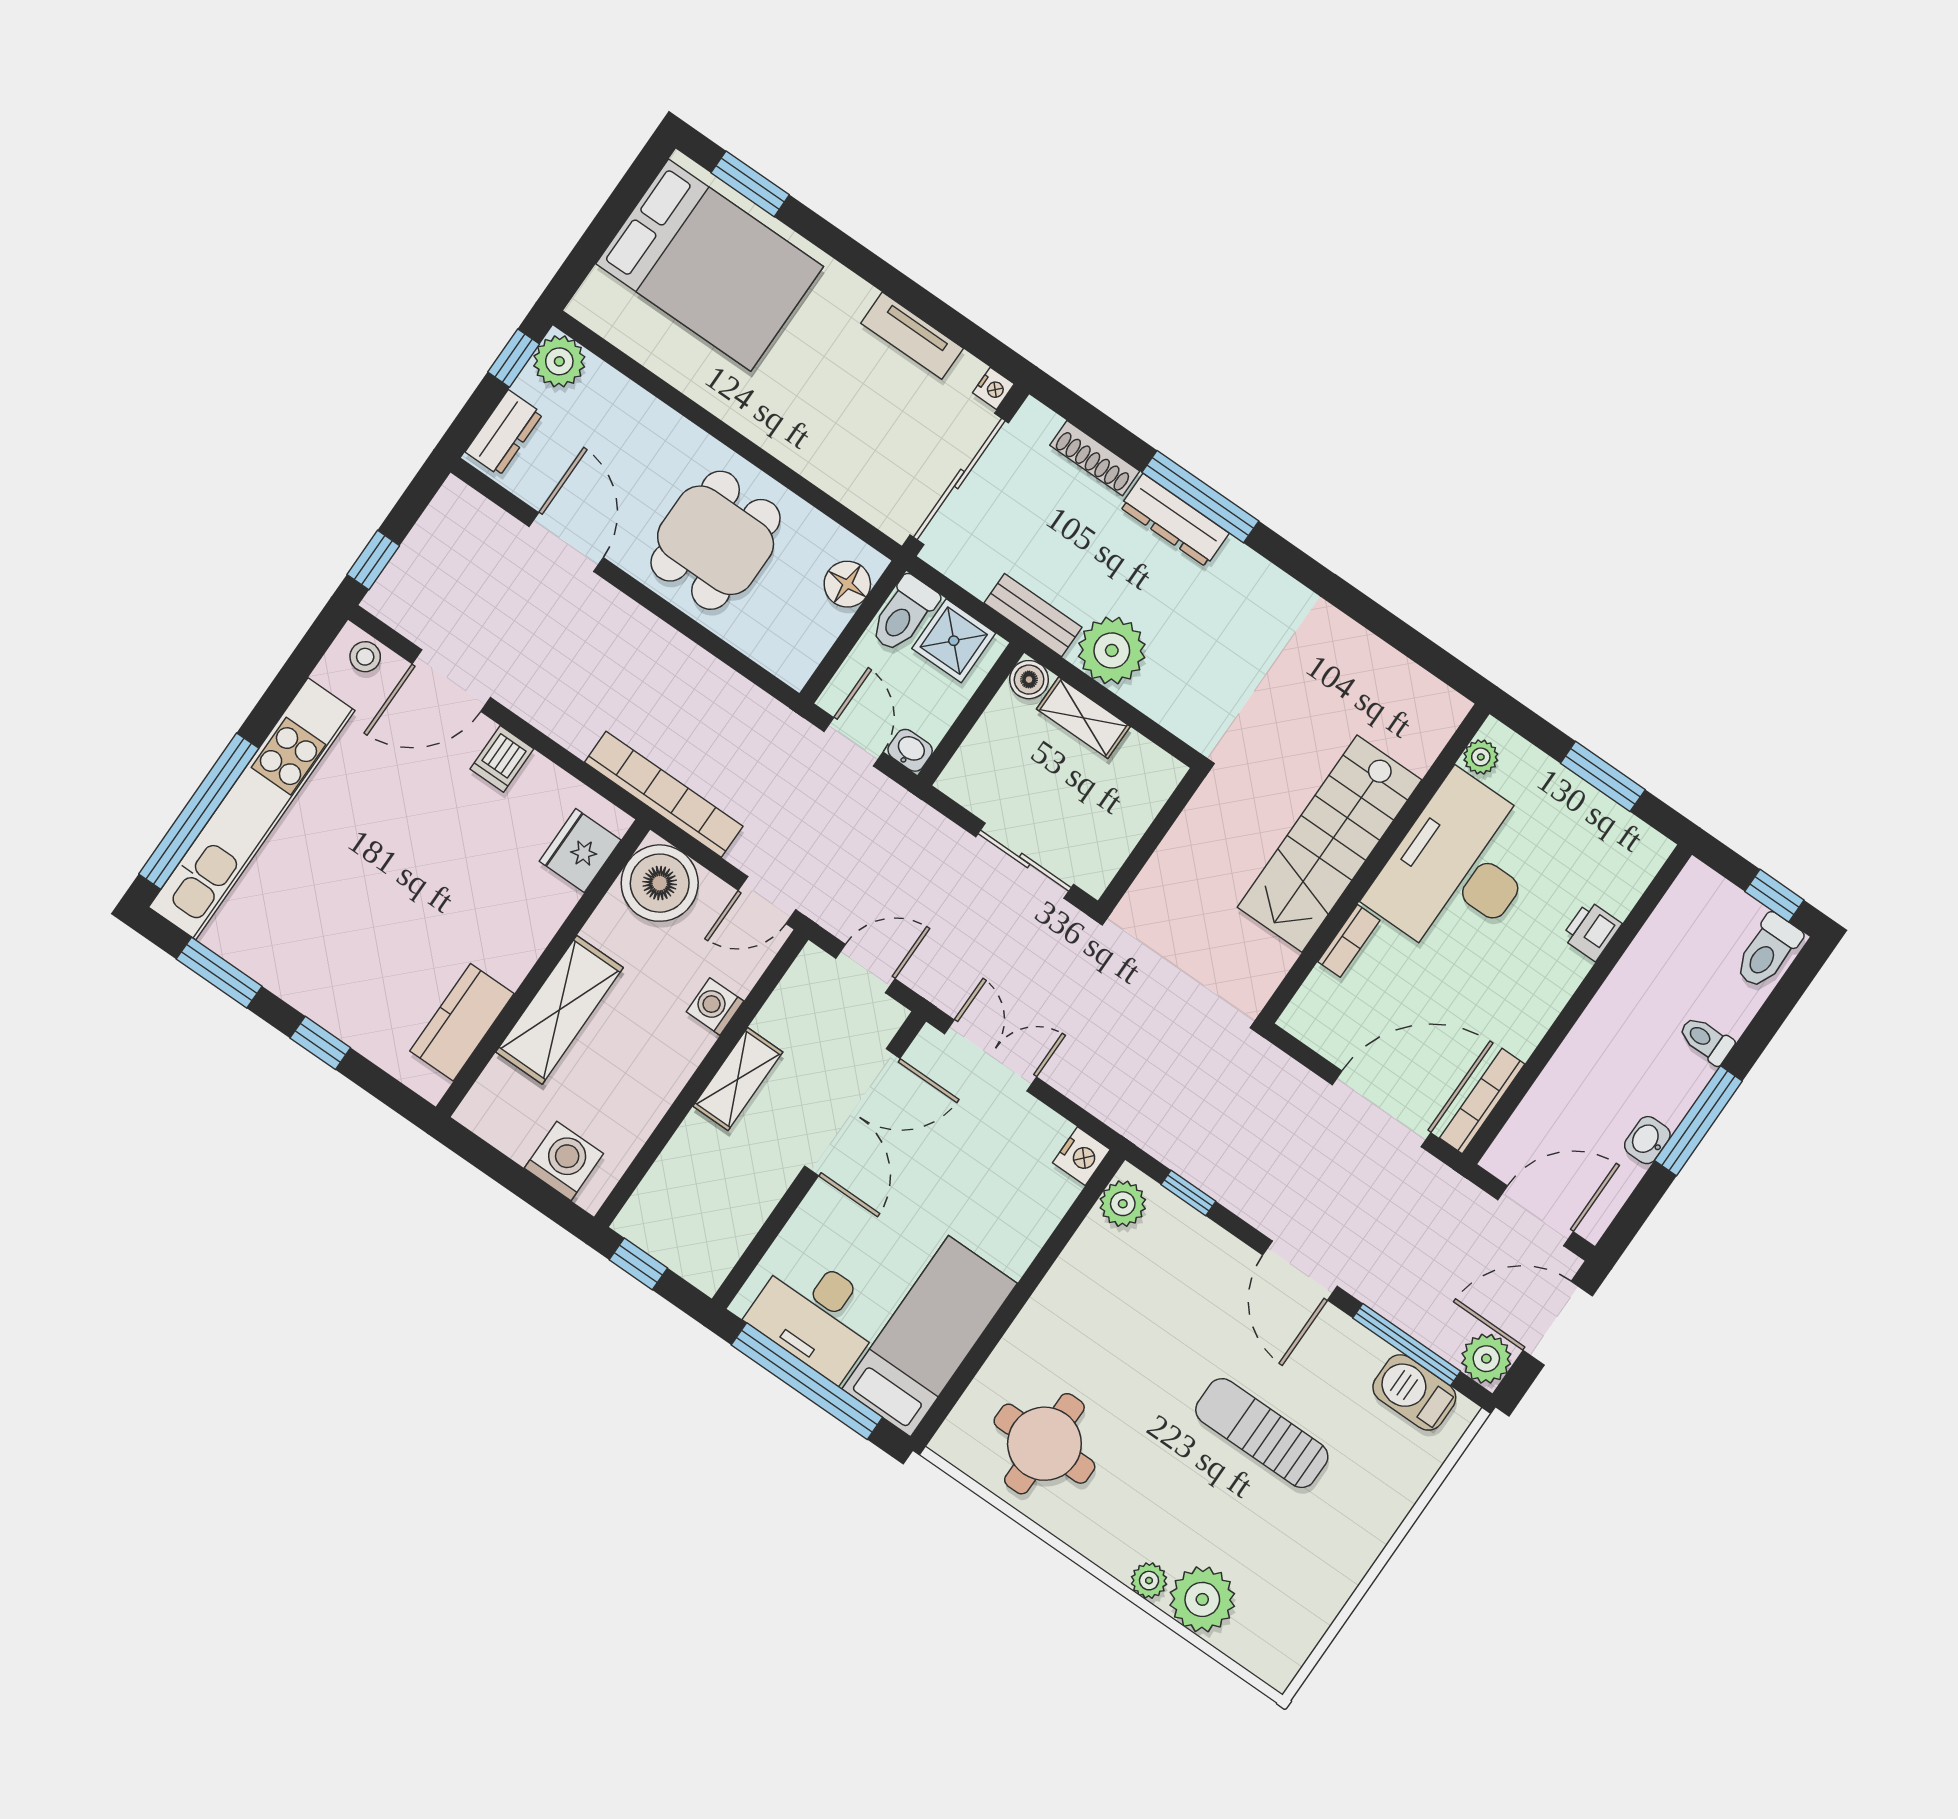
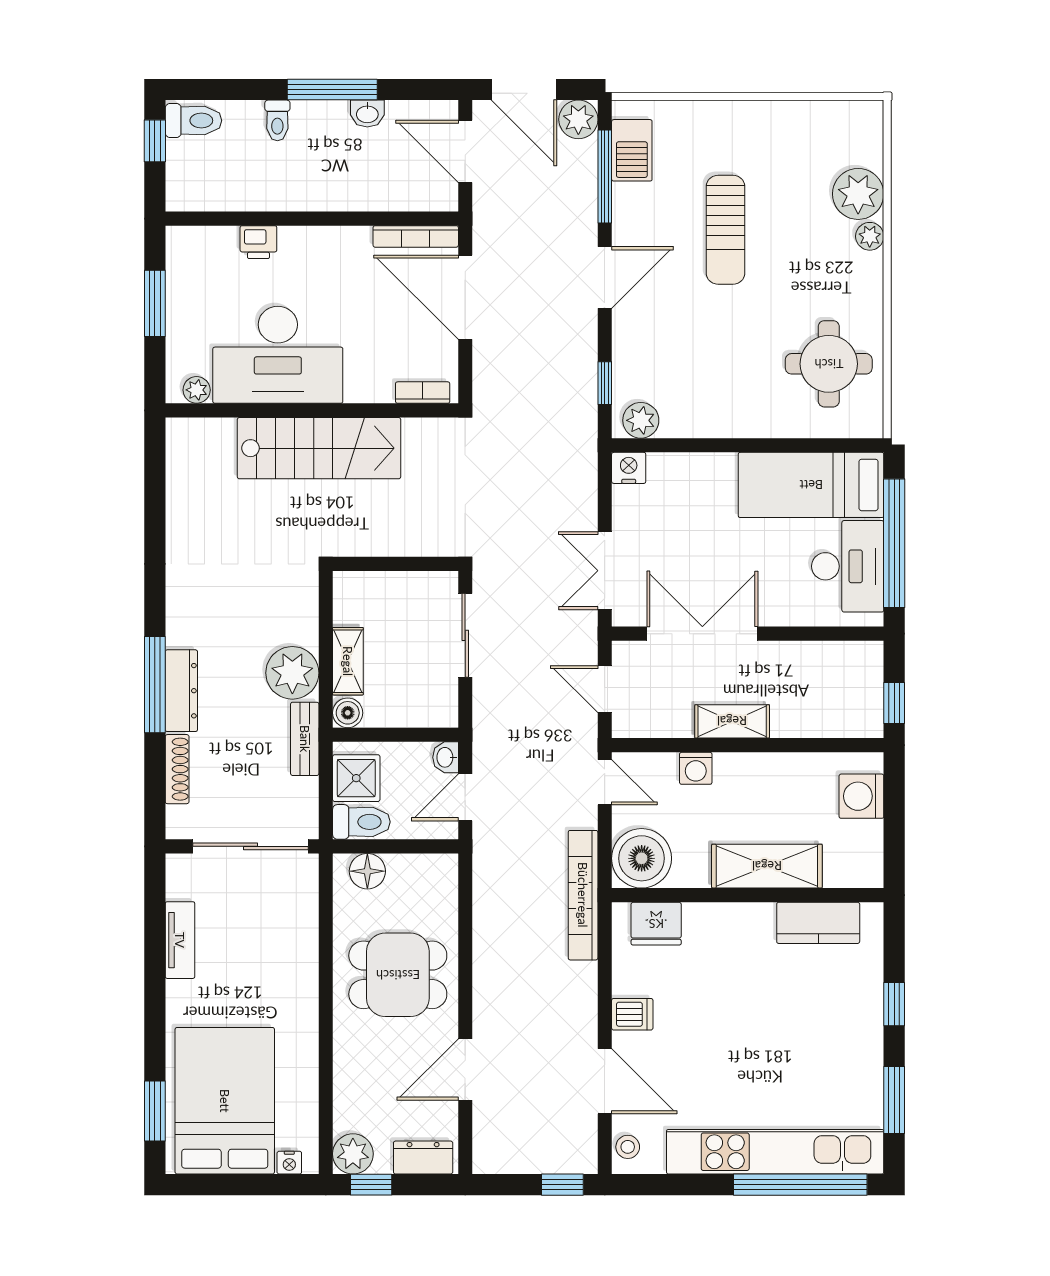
nightstand: (993, 388) -> (289, 1163), moved, turned 180
bookcase: (1349, 941) -> (423, 393), moved

